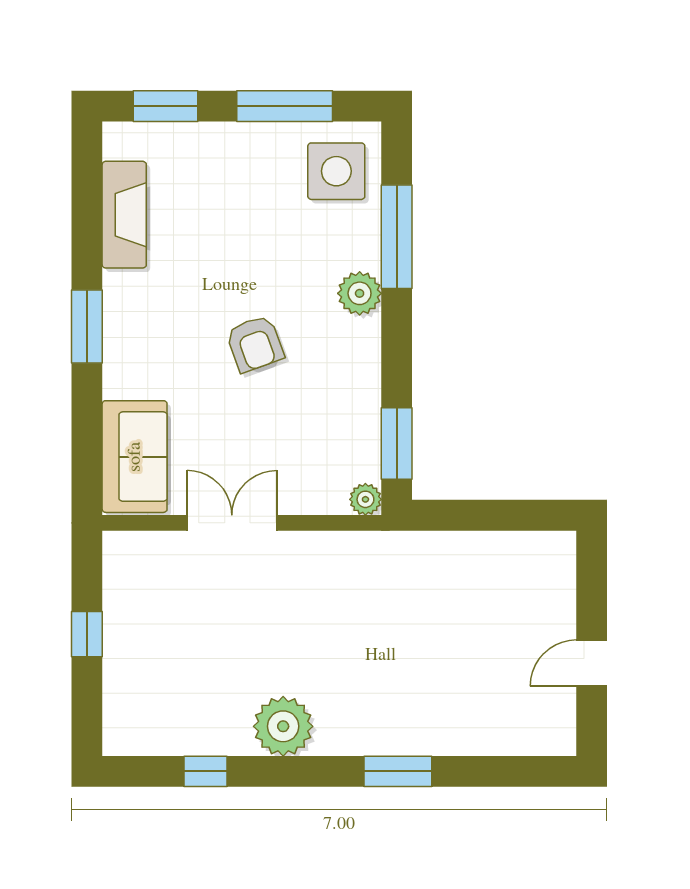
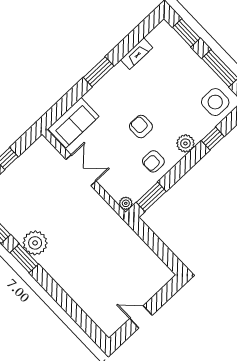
fireplace: (124, 215) -> (137, 54), width x0.73, depth x0.76
window: (397, 237) -> (213, 138), width x0.46
armchair: (255, 344) -> (141, 127), turned 110
armchair: (337, 380) -> (153, 161), added
window: (398, 771) -> (24, 258), moved

